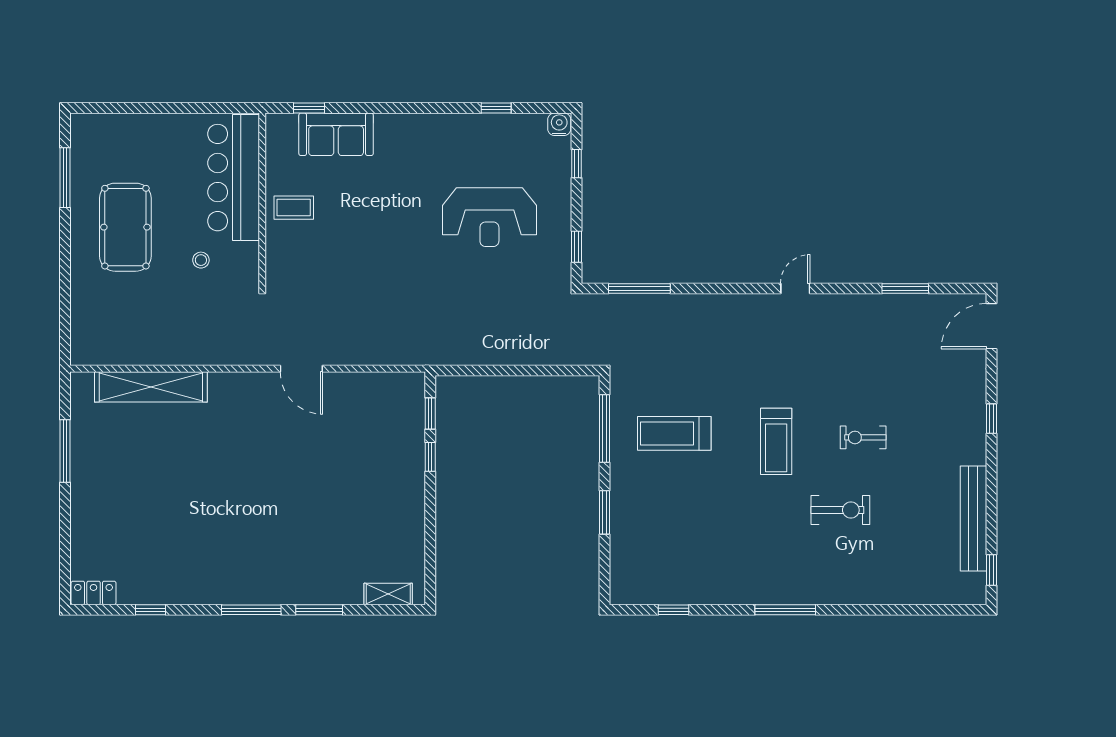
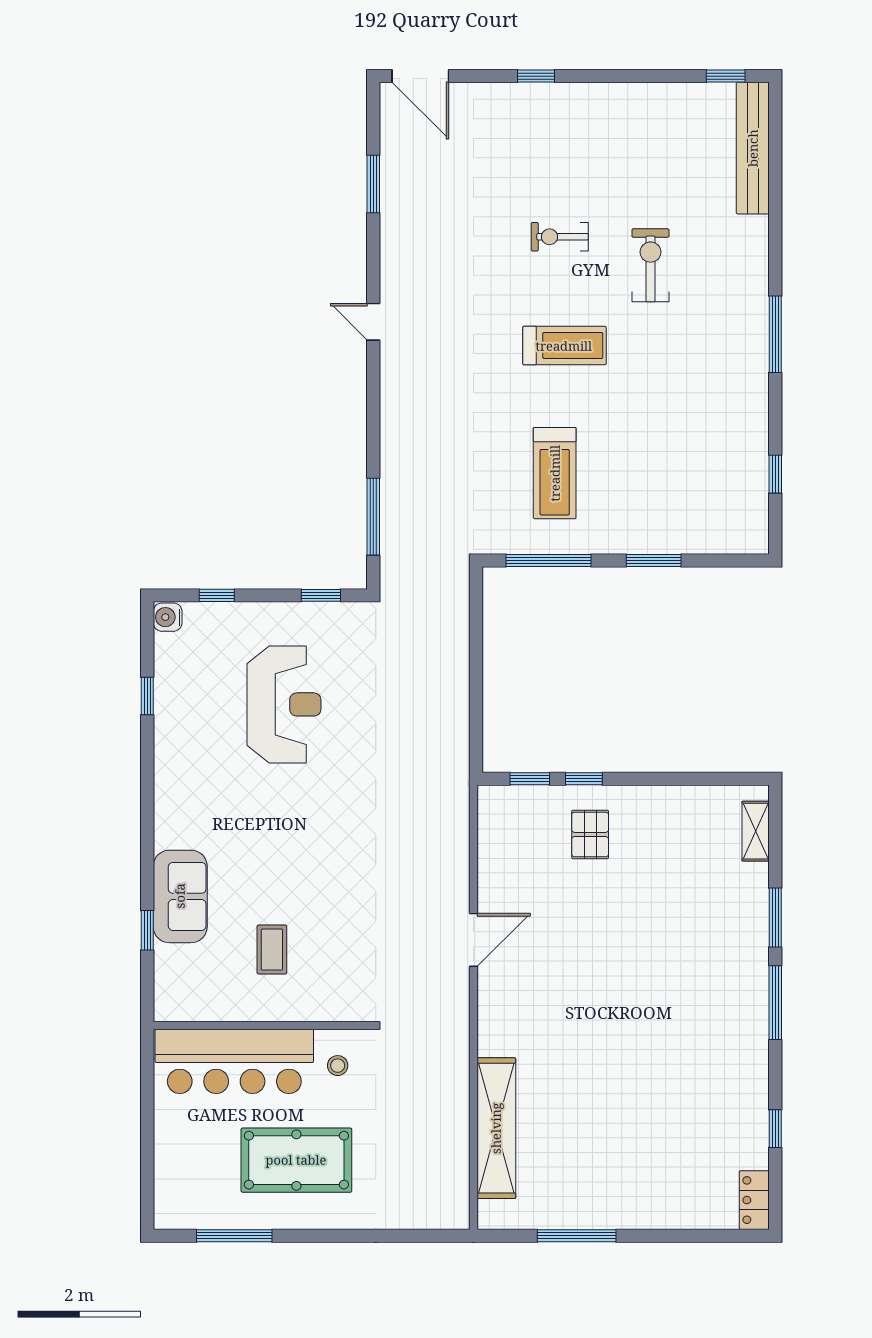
bar counter: (234, 178) -> (234, 1061), moved
wall: (262, 200) -> (263, 1025), moved
exercise bike: (863, 437) -> (560, 237), turned 90
pallet: (386, 462) -> (590, 834), added
bench: (973, 518) -> (753, 148), moved, turned 90

